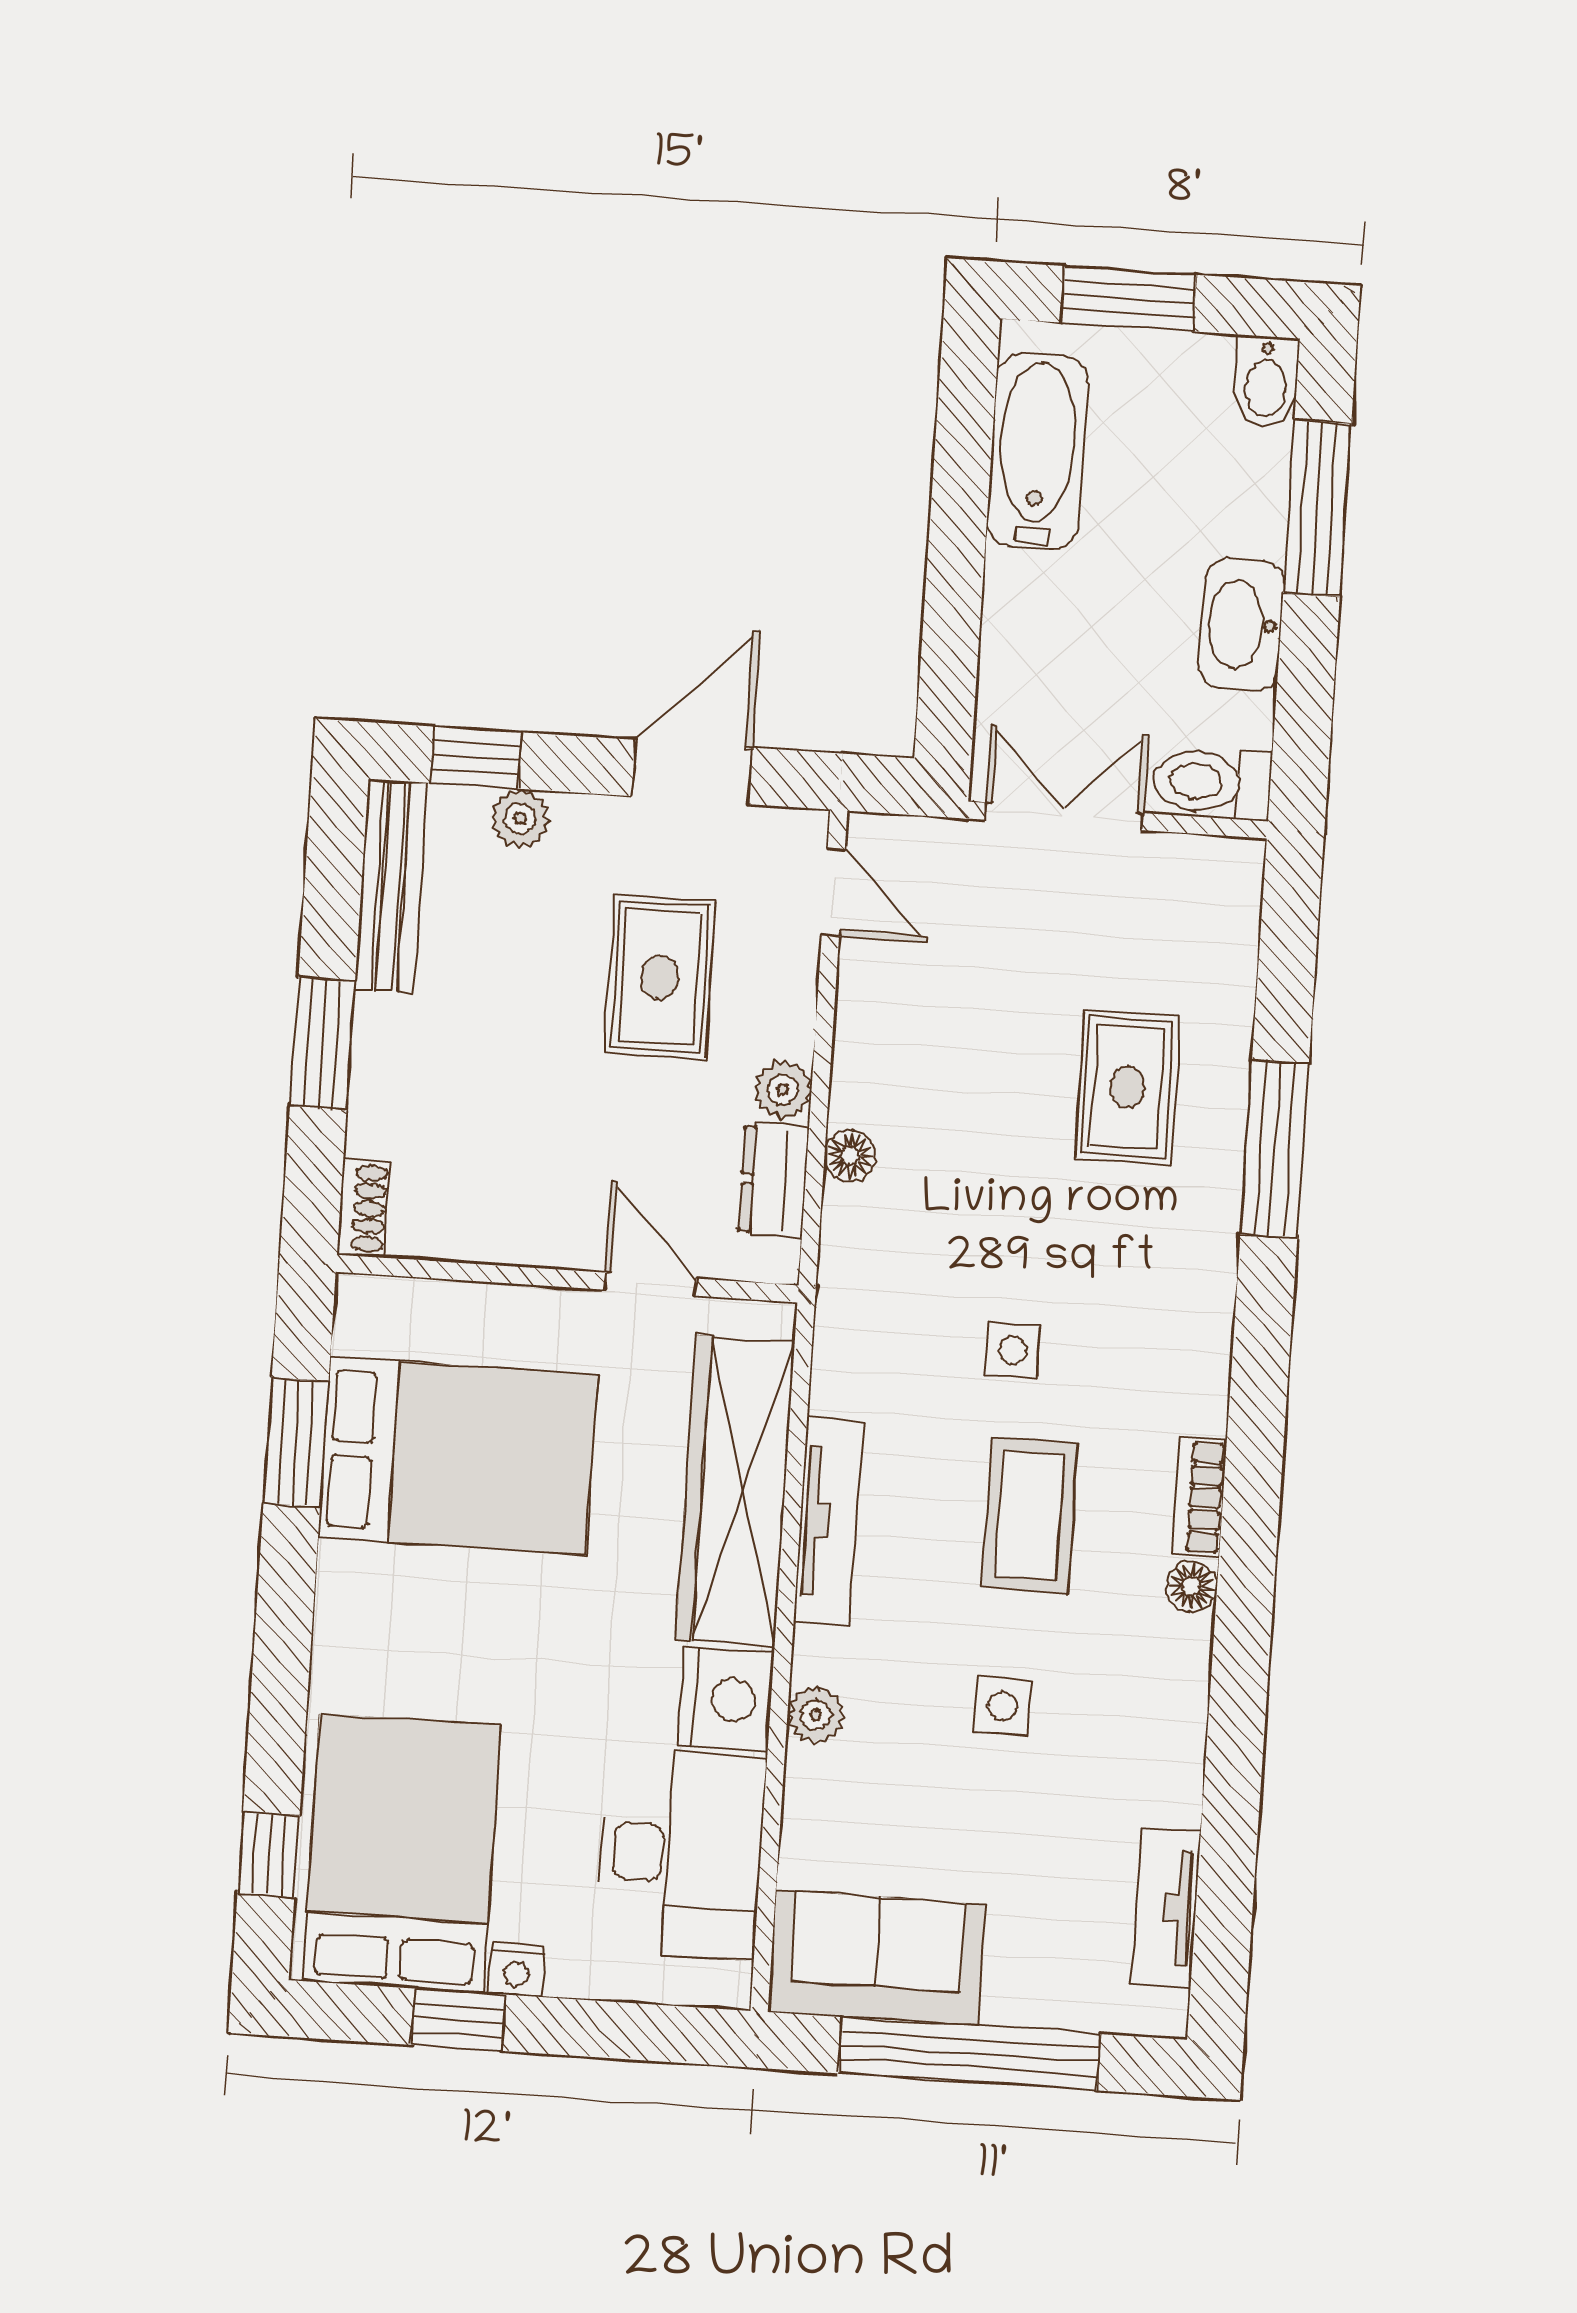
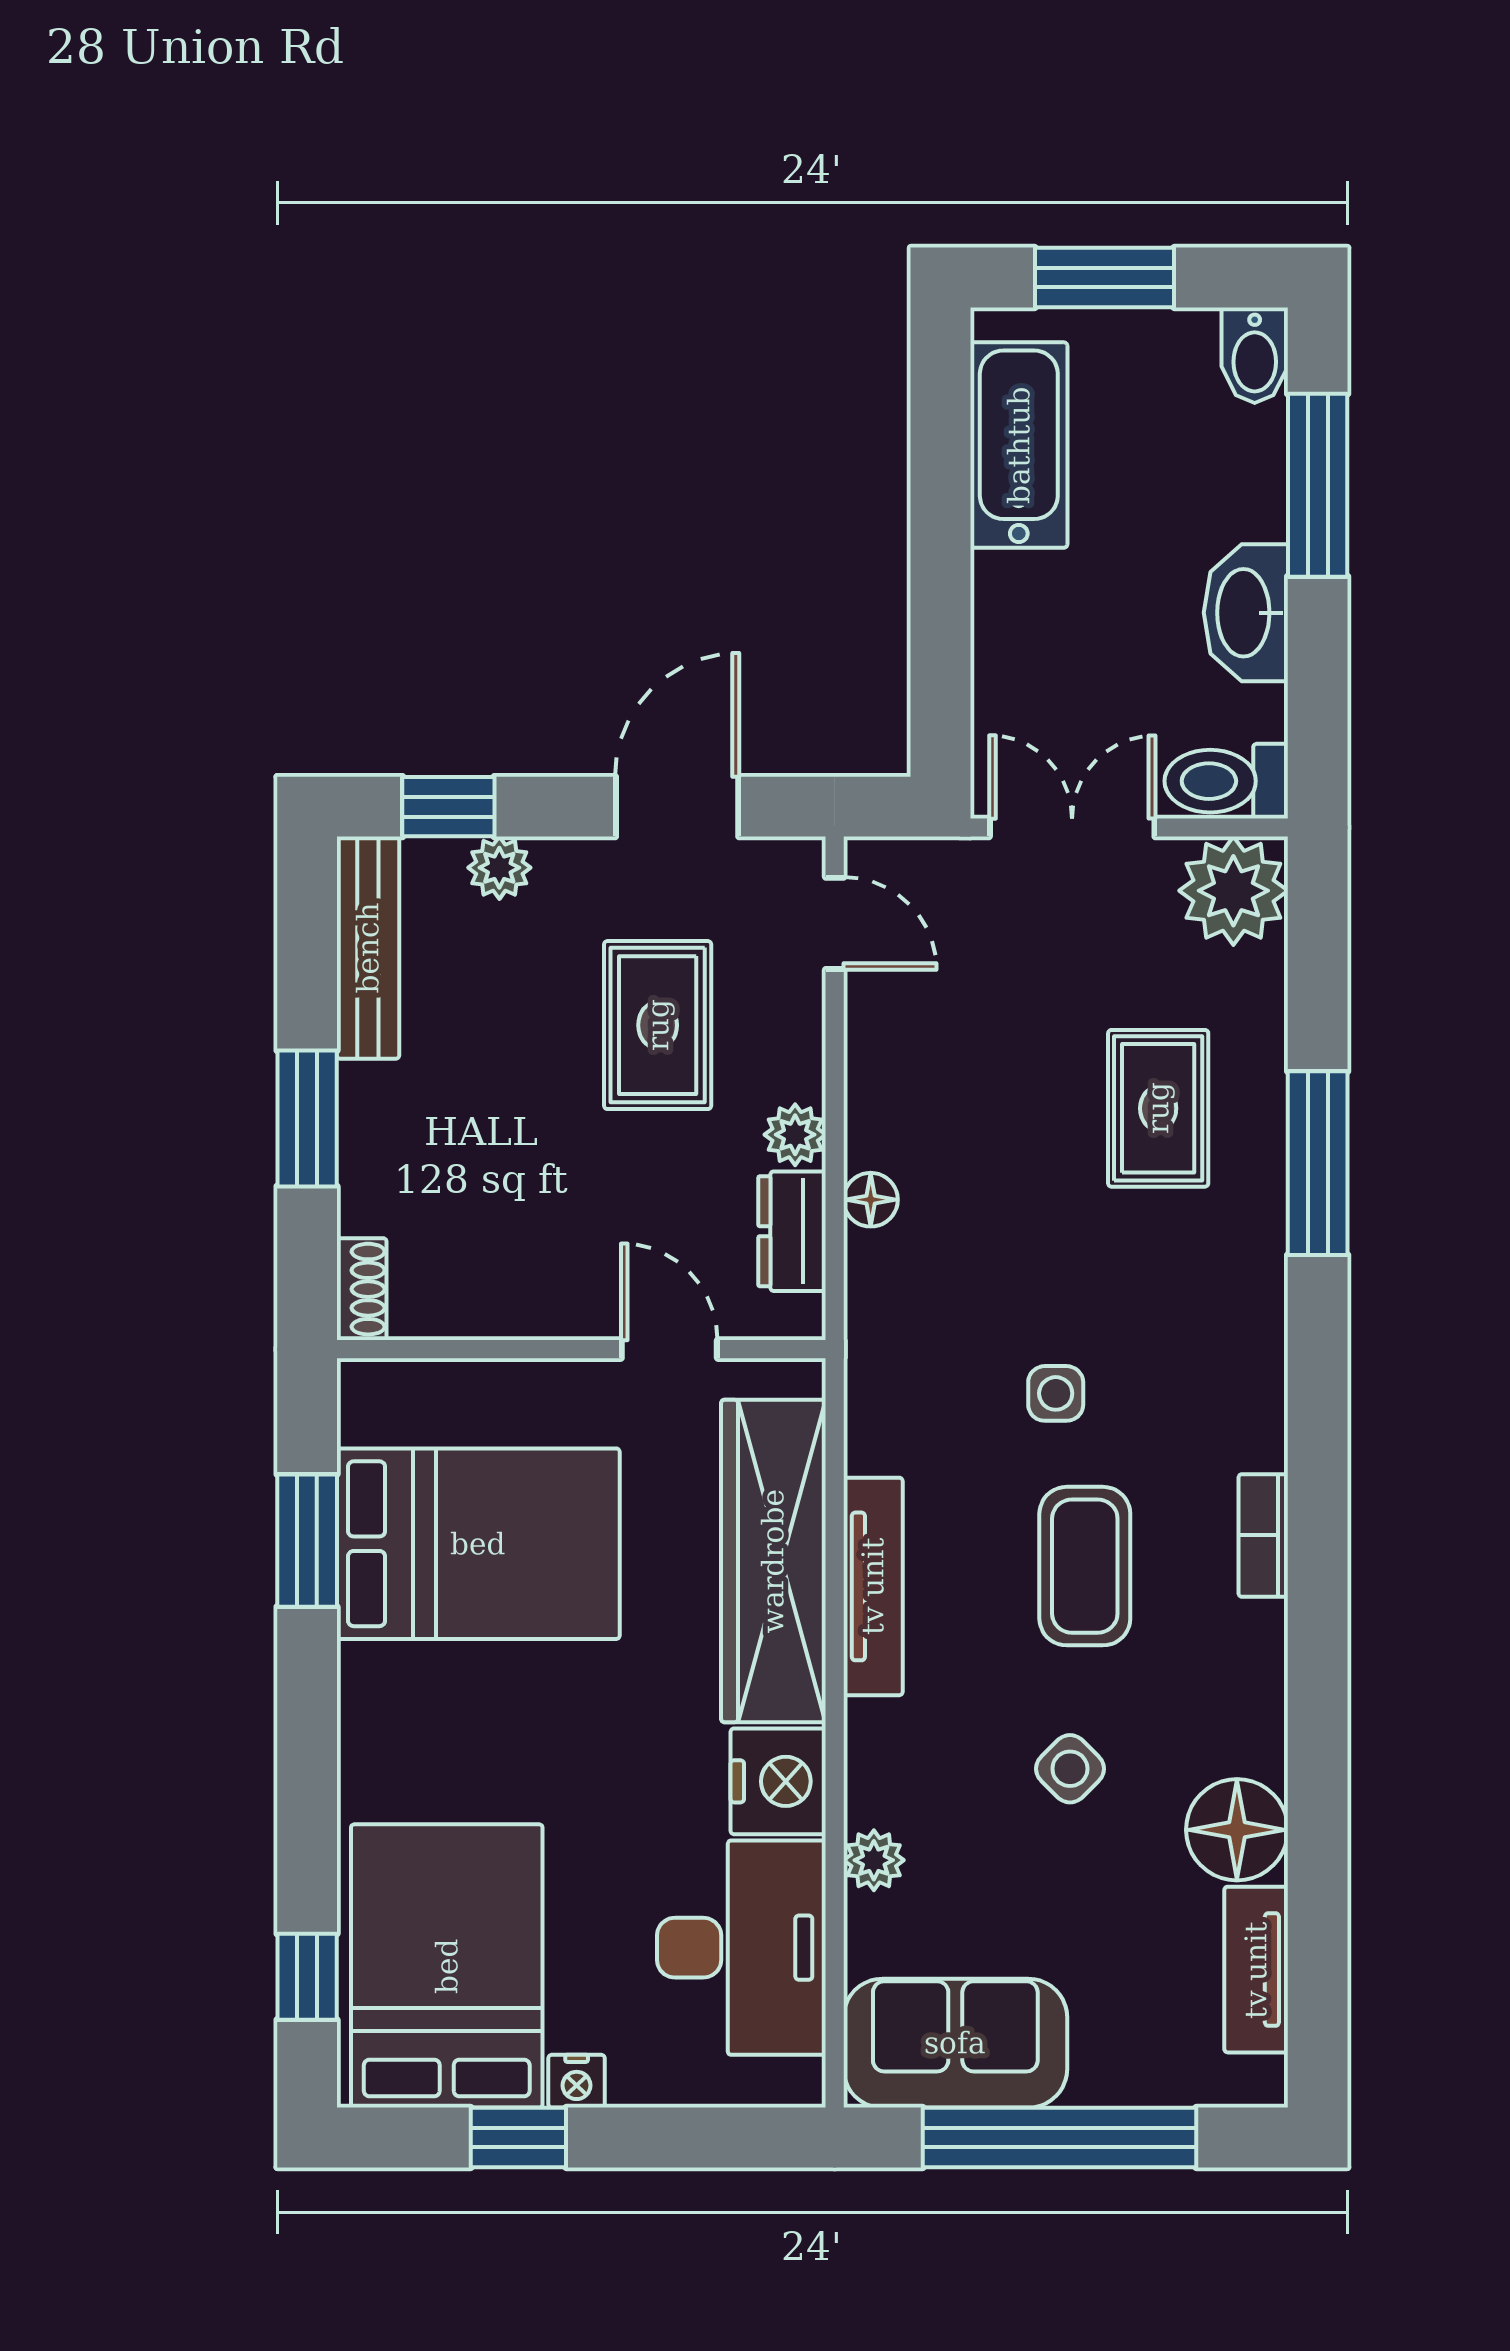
plant: (1212, 886) -> (1233, 891), added
floor lamp: (1192, 1587) -> (1237, 1830), moved, width x1.89, depth x1.89
side table: (1003, 1706) -> (1070, 1769), turned 45
plant: (816, 1715) -> (874, 1860), moved

